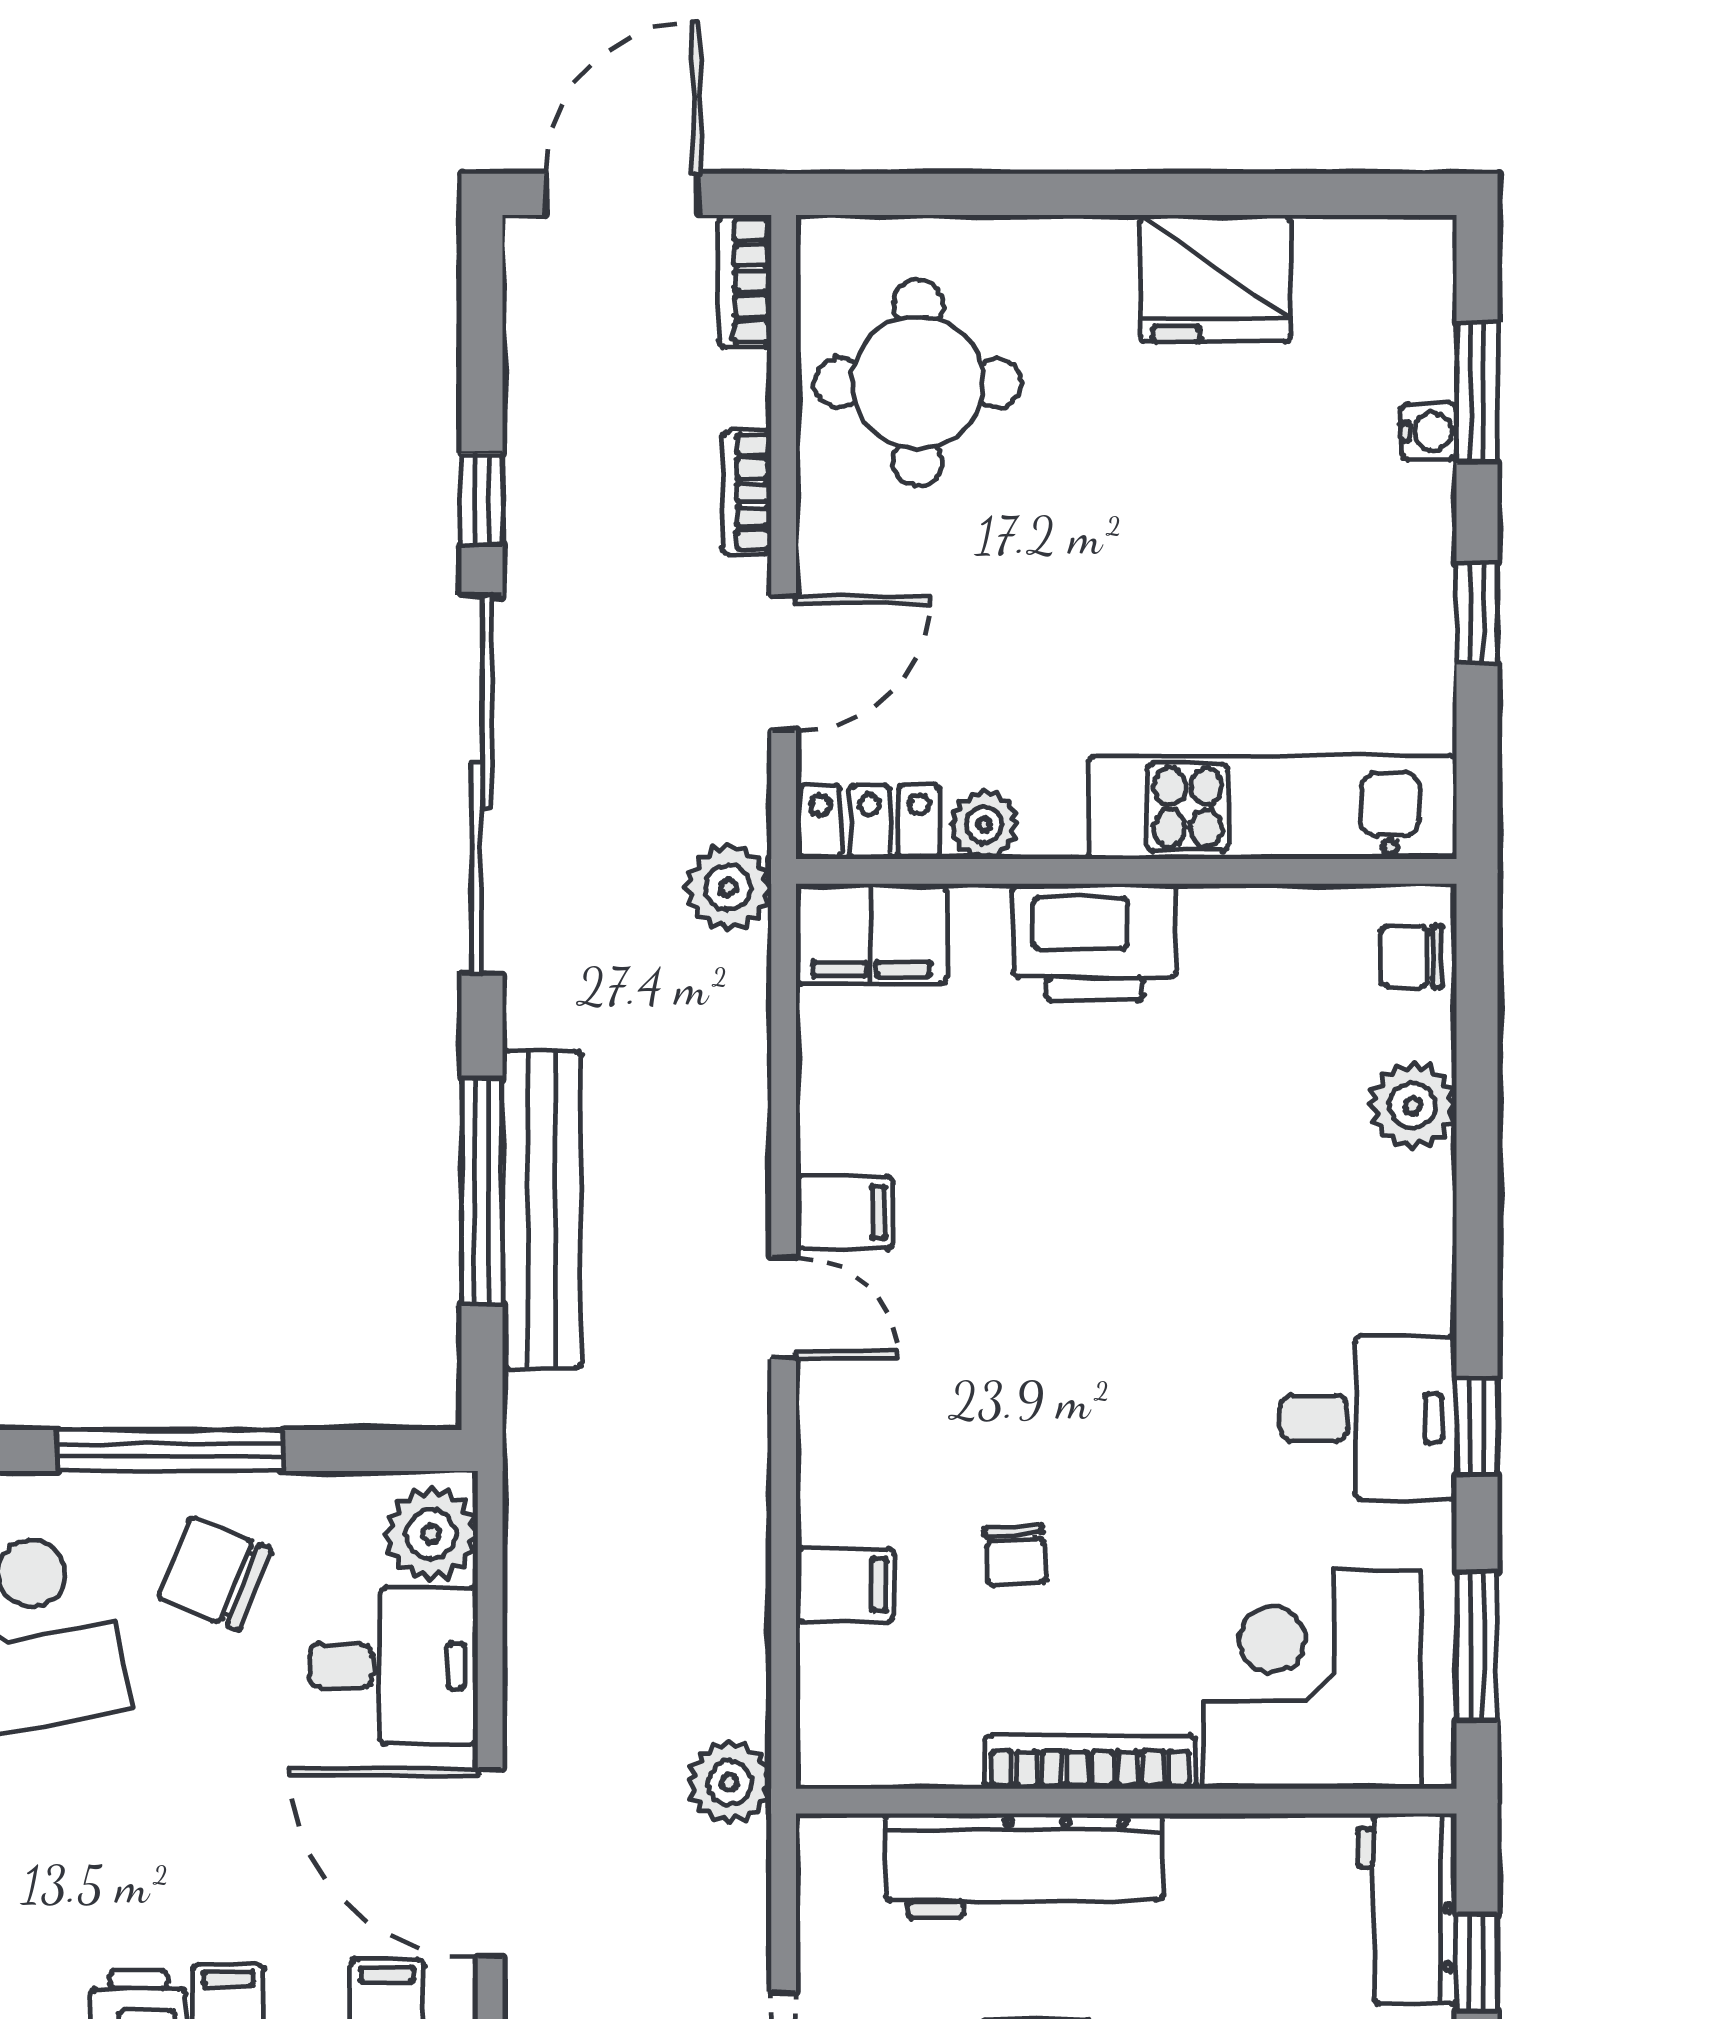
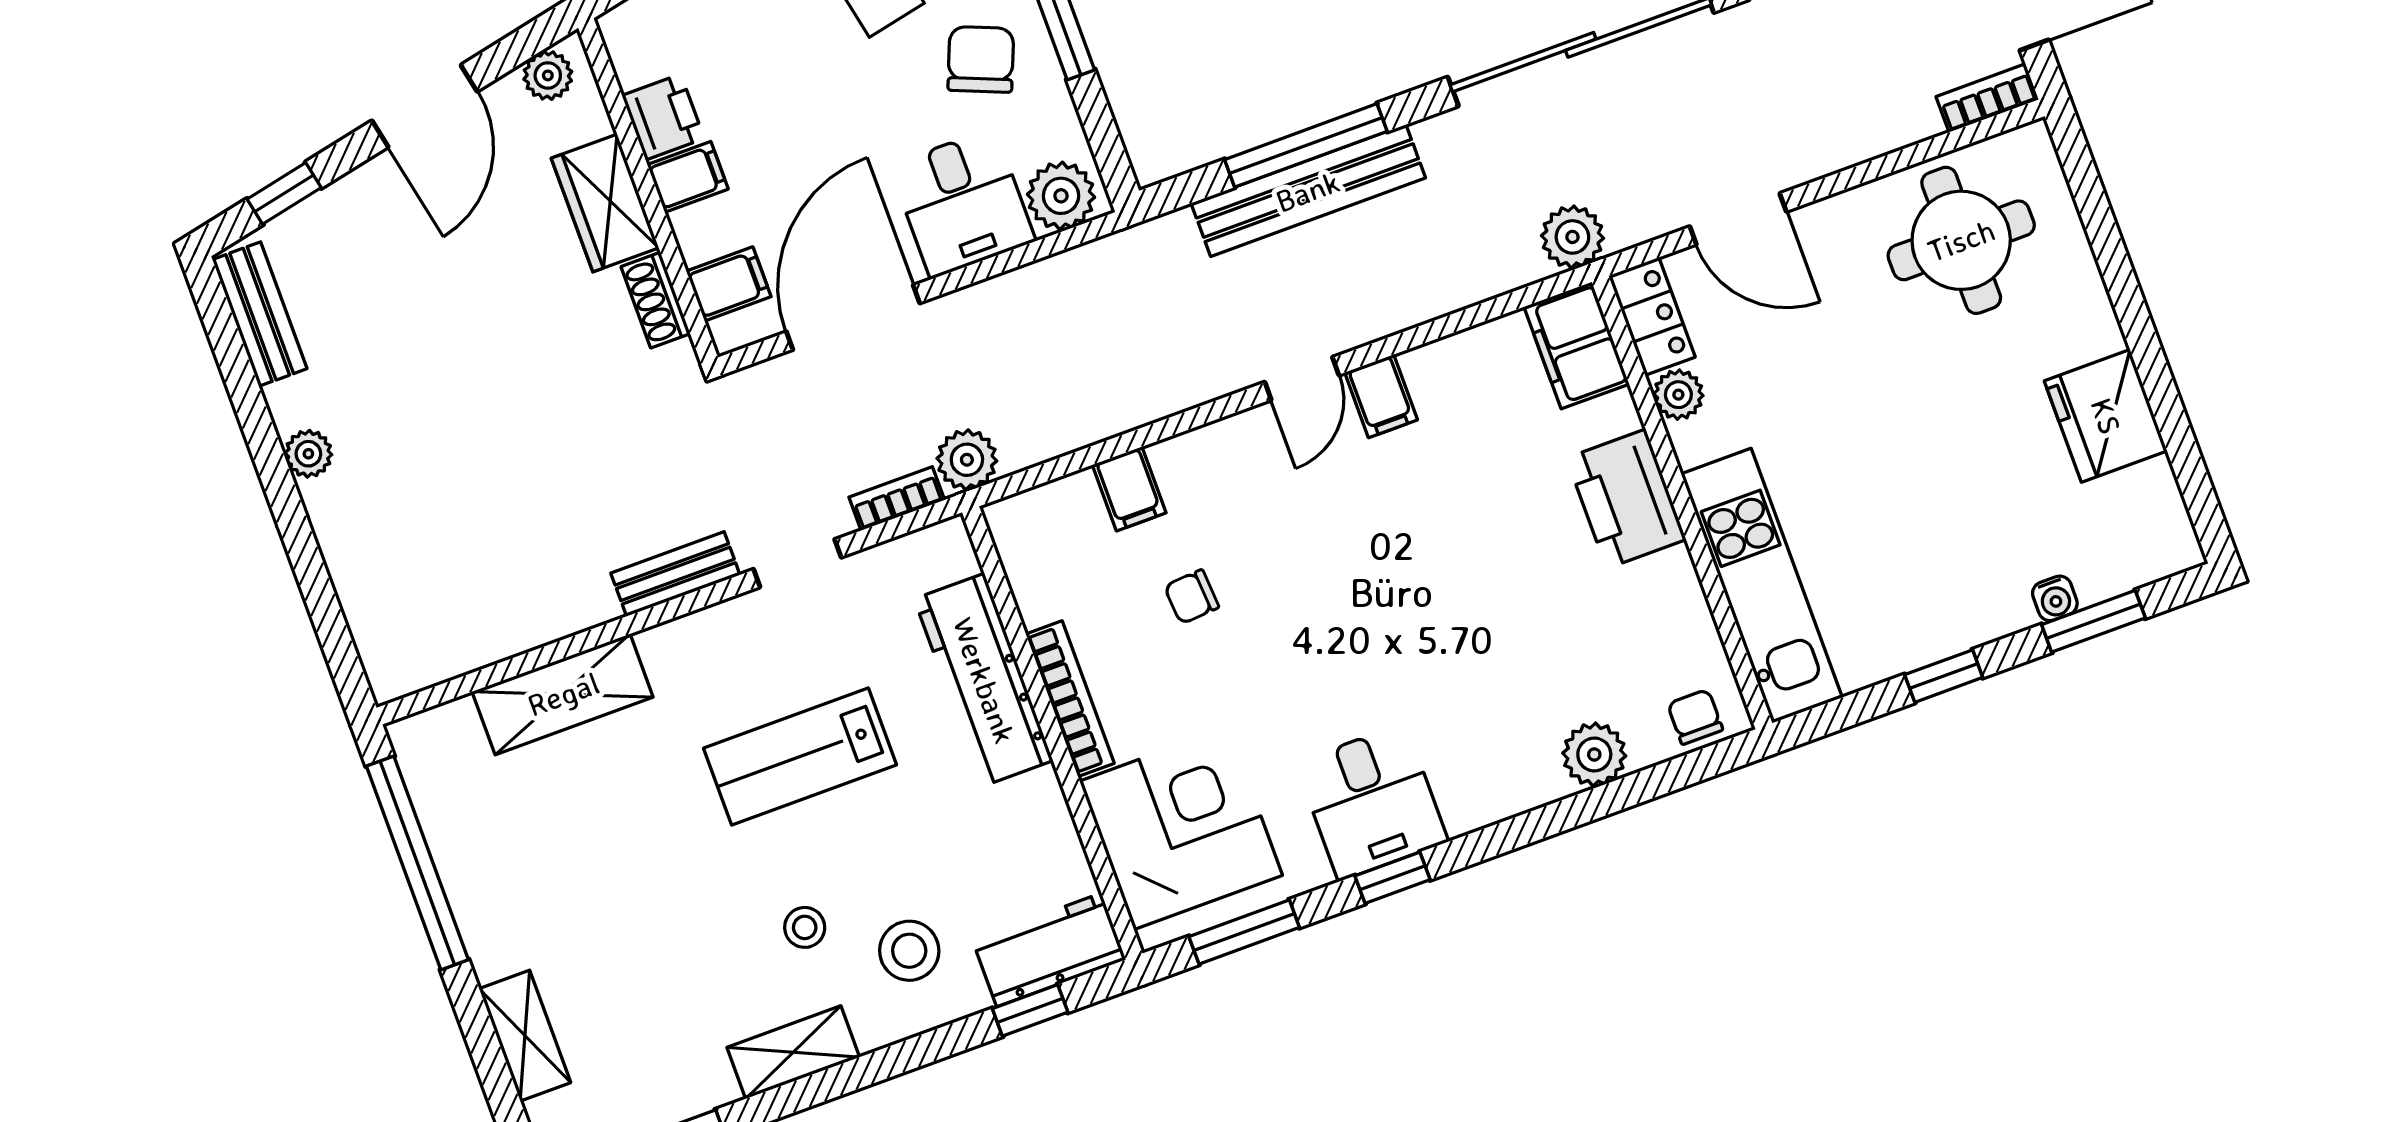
bookcase: (747, 492) -> (897, 499), moved

